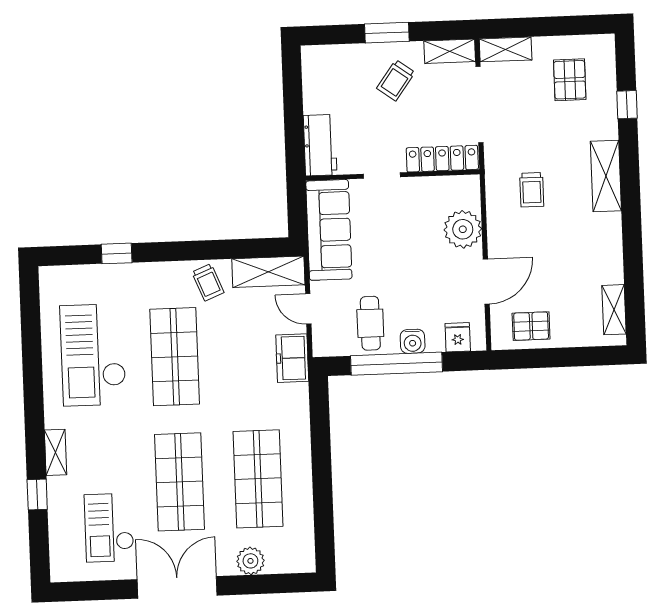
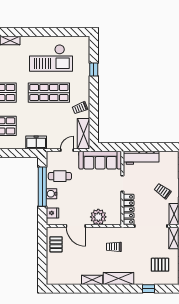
workbench: (320, 145) -> (141, 158), width x1.38
shelving: (614, 310) -> (92, 280), moved
checkout: (93, 355) -> (51, 58), turned 180
freezer: (292, 358) -> (36, 142), moved

